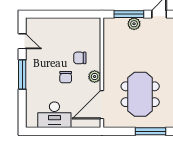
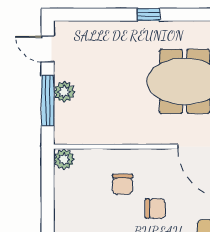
plant: (95, 77) -> (64, 159), moved

